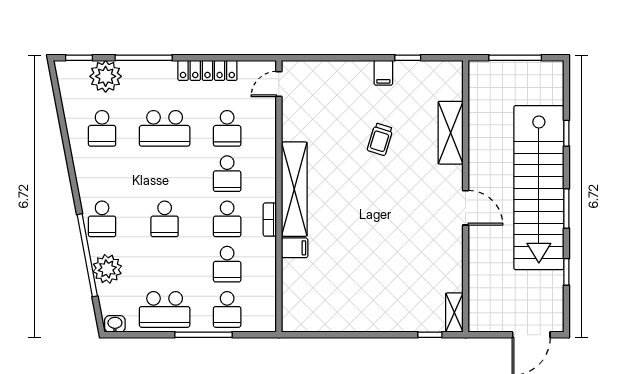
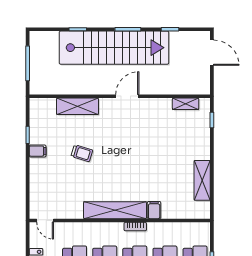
shelving: (454, 313) -> (186, 104), moved
shelving: (339, 320) -> (202, 180), added

